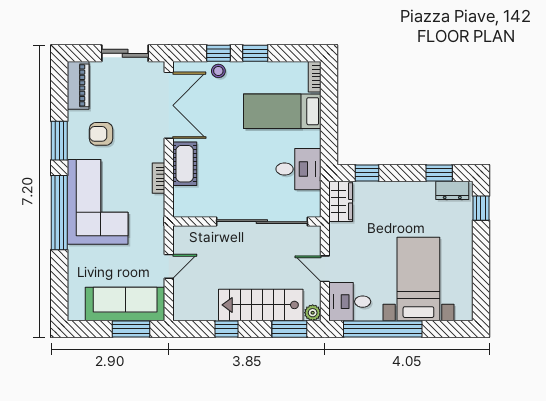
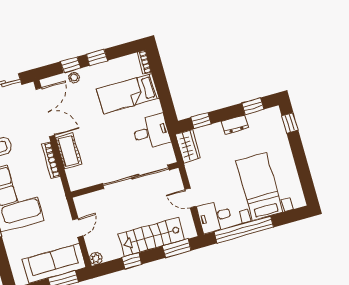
bookcase: (159, 178) -> (51, 160), width x1.56
dresser: (452, 190) -> (235, 125), moved
plant: (313, 313) -> (96, 258), moved

